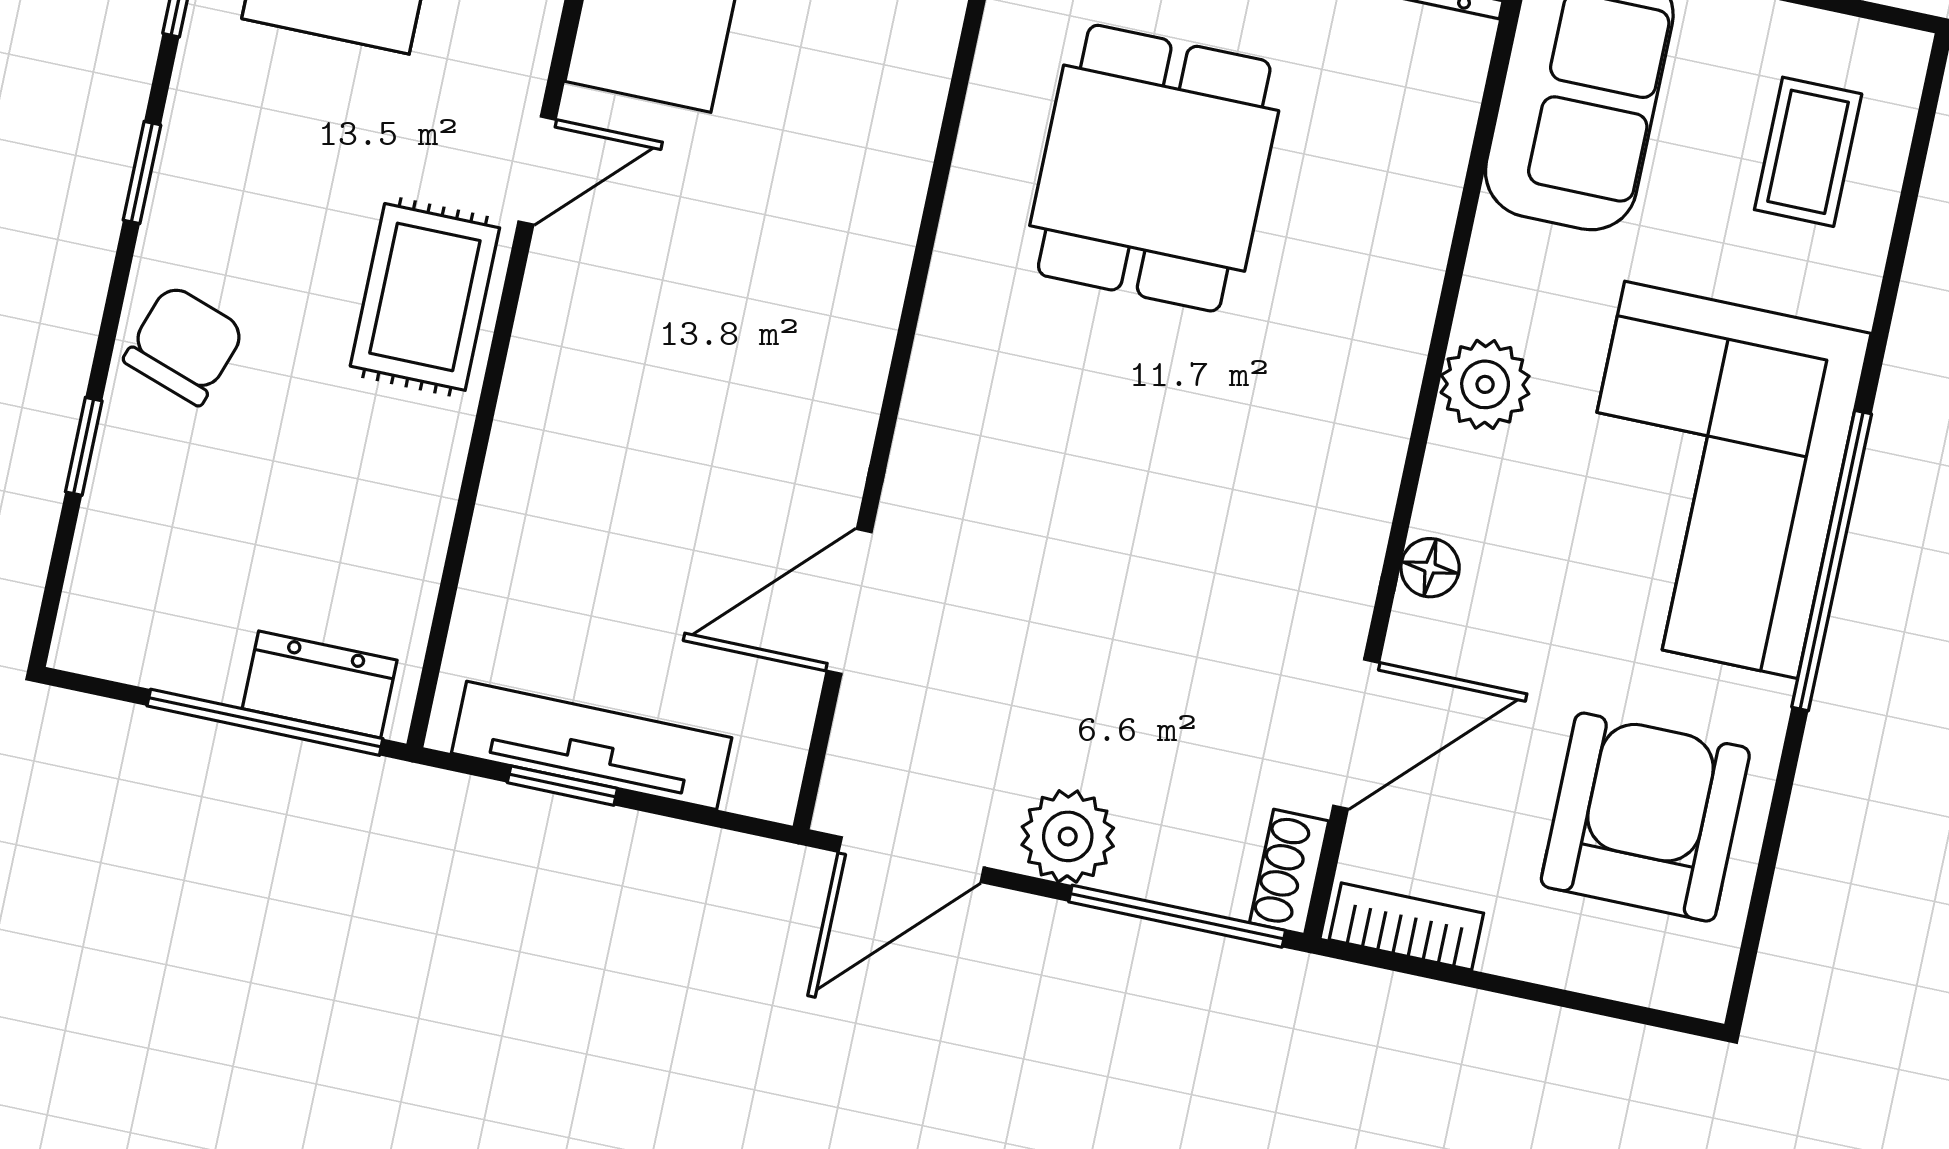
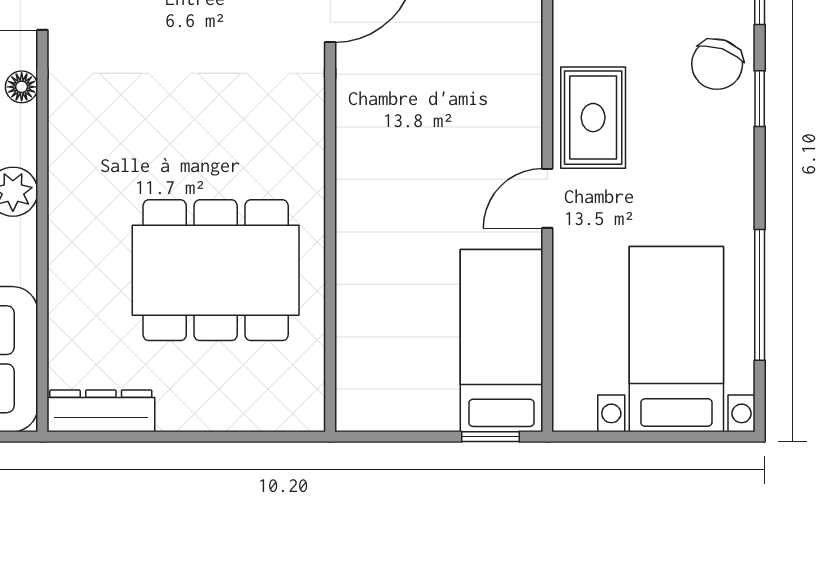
dining table: (1154, 168) -> (216, 270), width x1.38
window: (142, 172) -> (760, 99), moved

